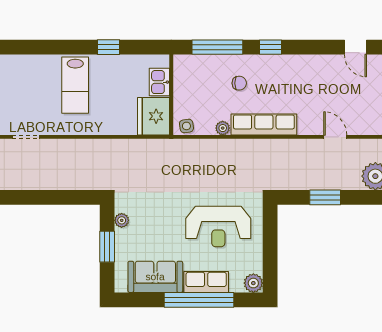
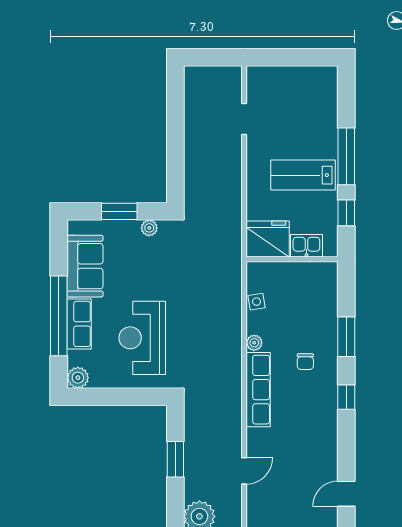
window: (59, 47) -> (346, 156), added
window: (217, 47) -> (346, 337), width x0.69
kitchen sink: (159, 82) -> (306, 246), moved
wall: (171, 95) -> (292, 259), moved
fridge: (153, 116) -> (268, 239), moved

